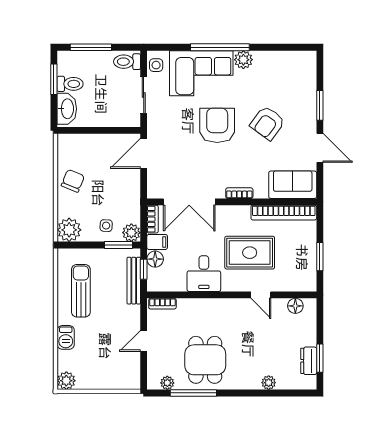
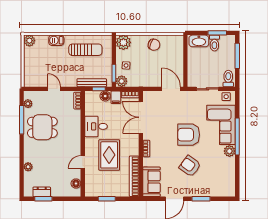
armchair: (217, 125) -> (189, 135), turned 180

